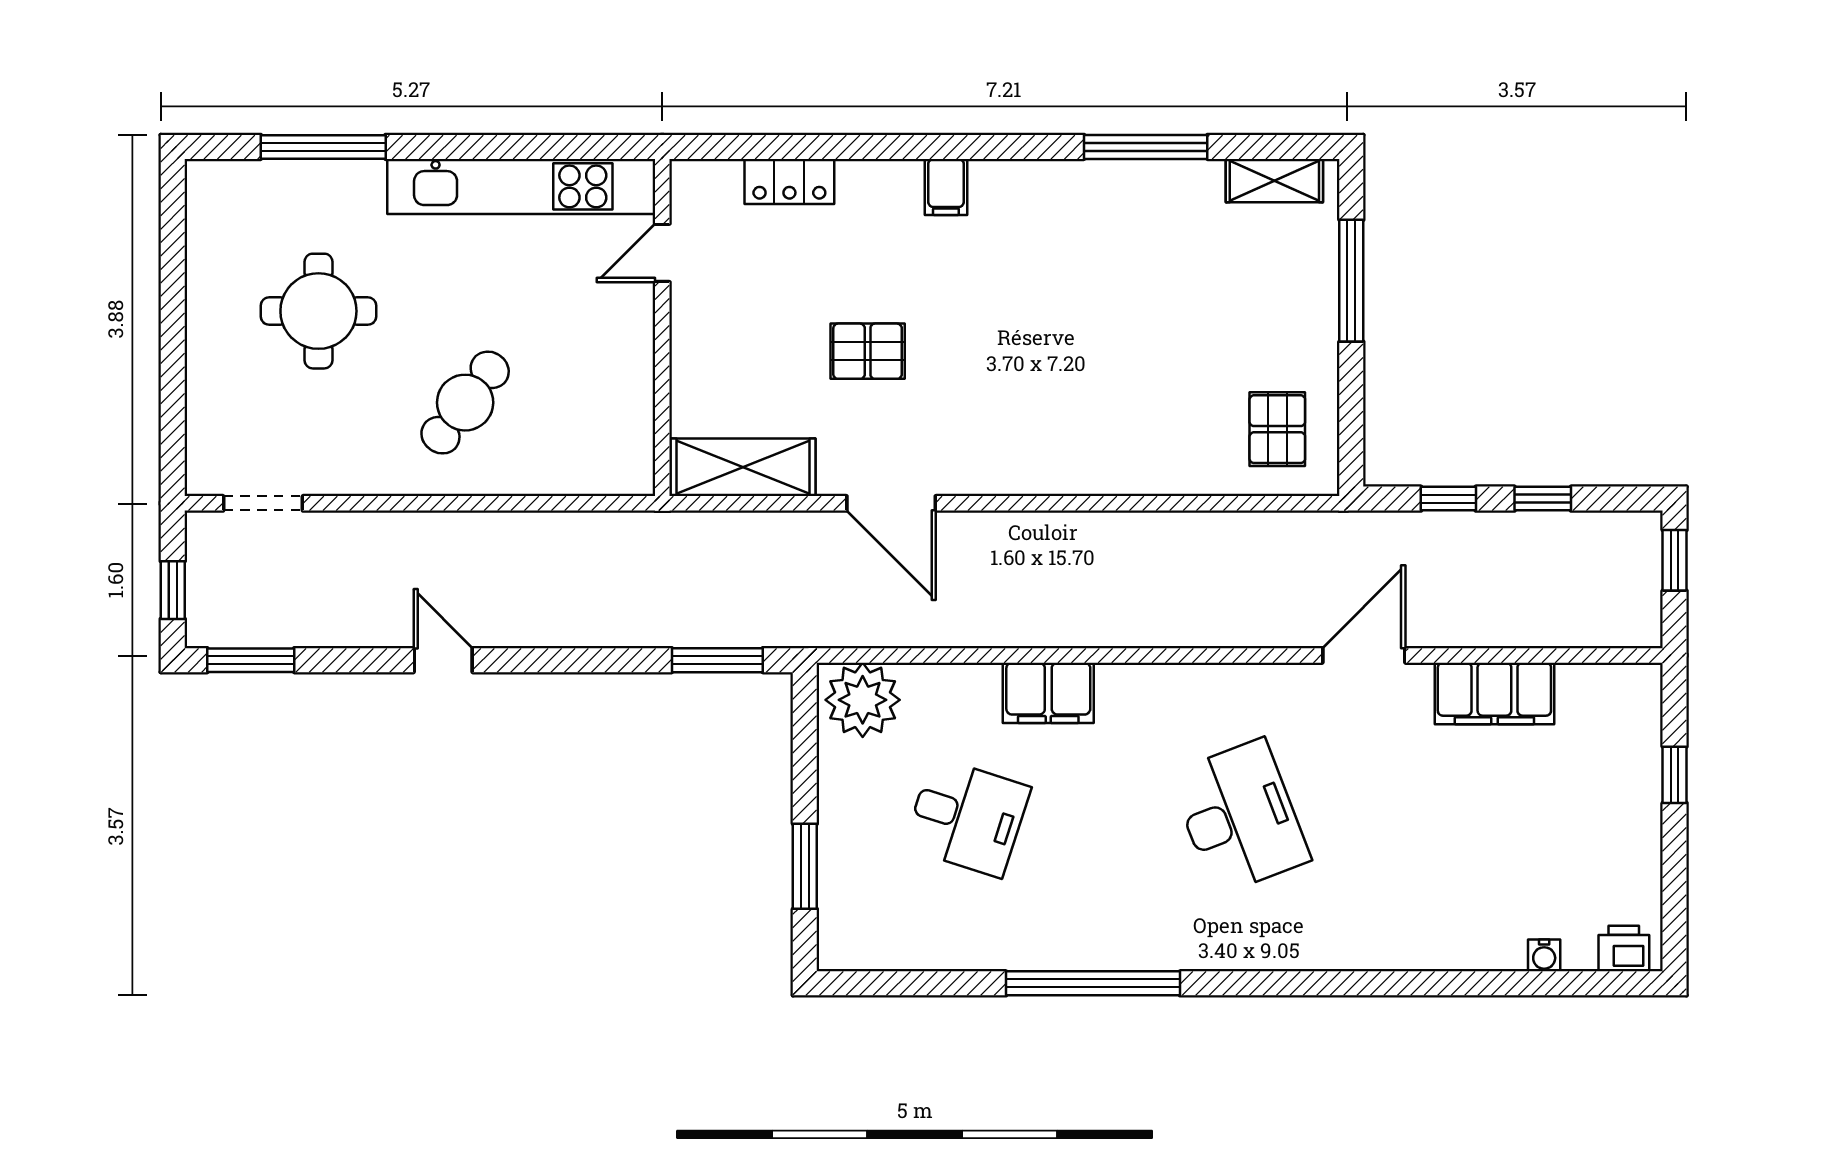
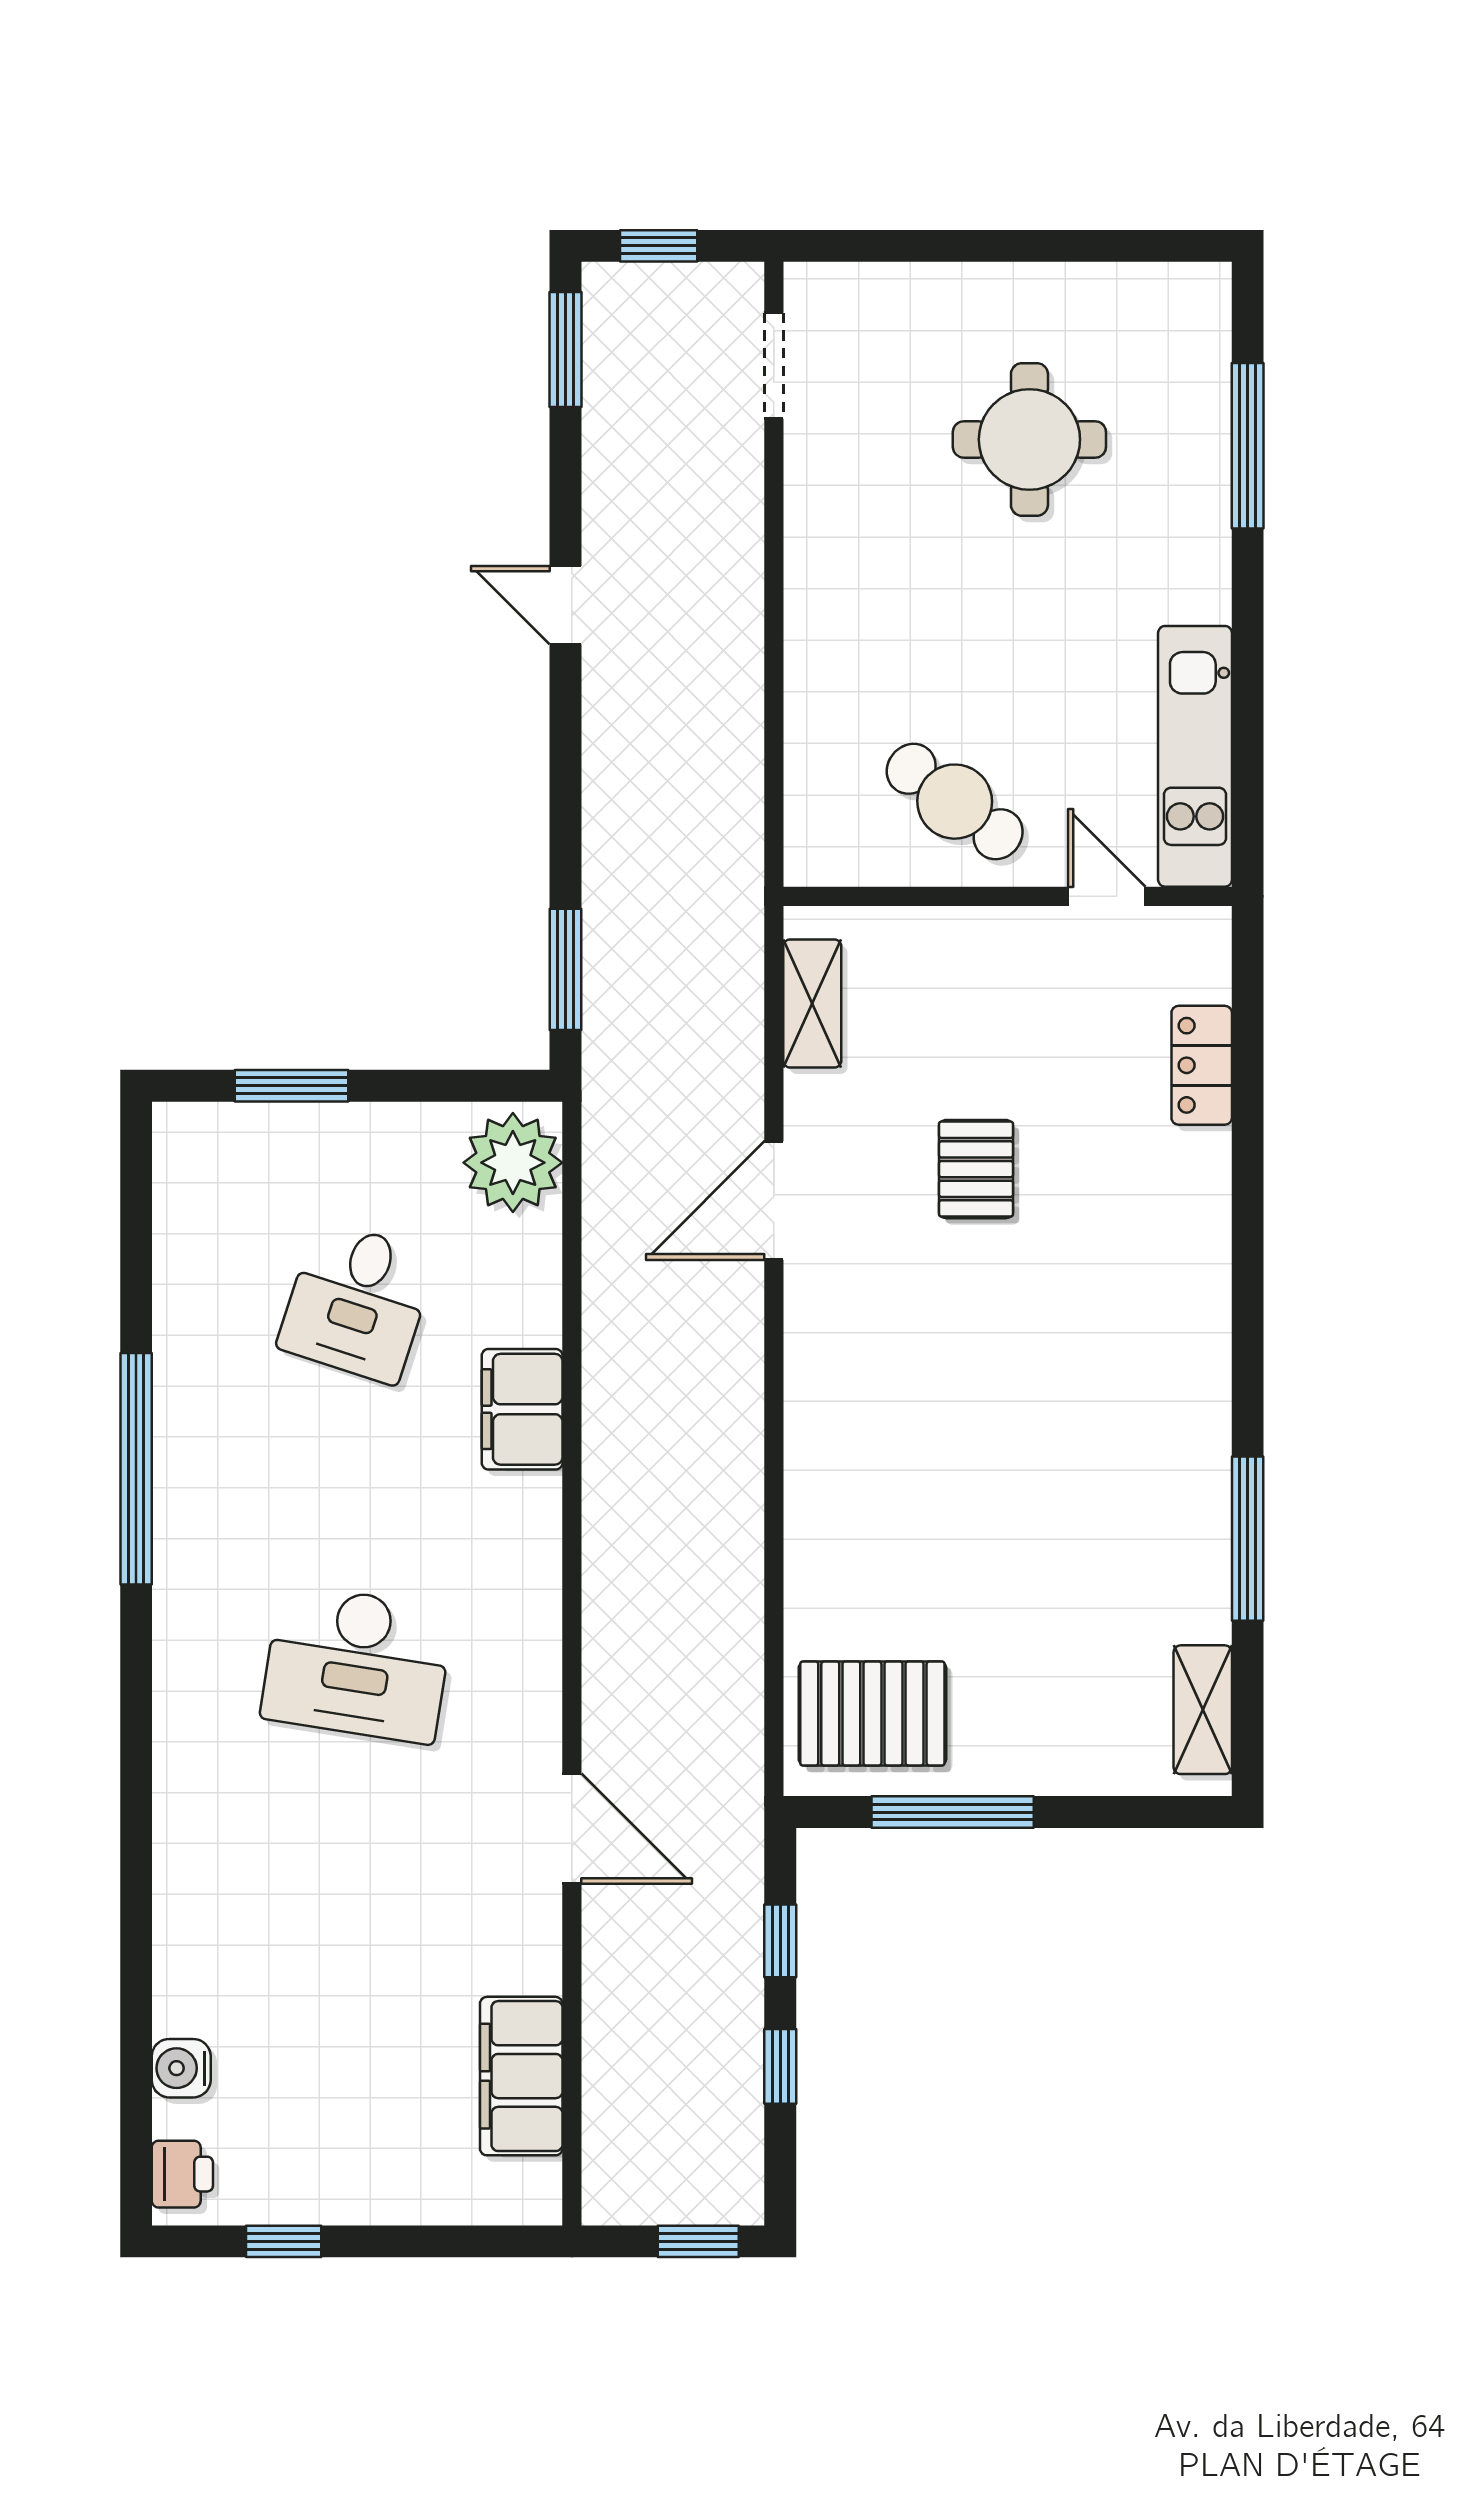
kitchen unit: (521, 186) -> (1195, 756), width x0.73
filing cabinet: (946, 187) -> (1194, 1273), removed
window: (1351, 281) -> (953, 1812), moved
cafe table: (465, 403) -> (955, 802), moved
pallet: (1277, 429) -> (872, 1714), width x1.50, depth x1.42
shelving: (743, 467) -> (812, 1004), width x0.67, depth x0.75
door: (443, 660) -> (566, 605), swing flipped
filing cabinet: (1494, 693) -> (521, 2076), moved
window: (1675, 775) -> (284, 2241), moved
desk: (1240, 817) -> (357, 1664), turned 30
water cooler: (1544, 955) -> (181, 2068), width x1.38, depth x1.38

